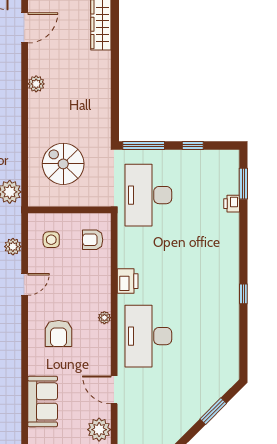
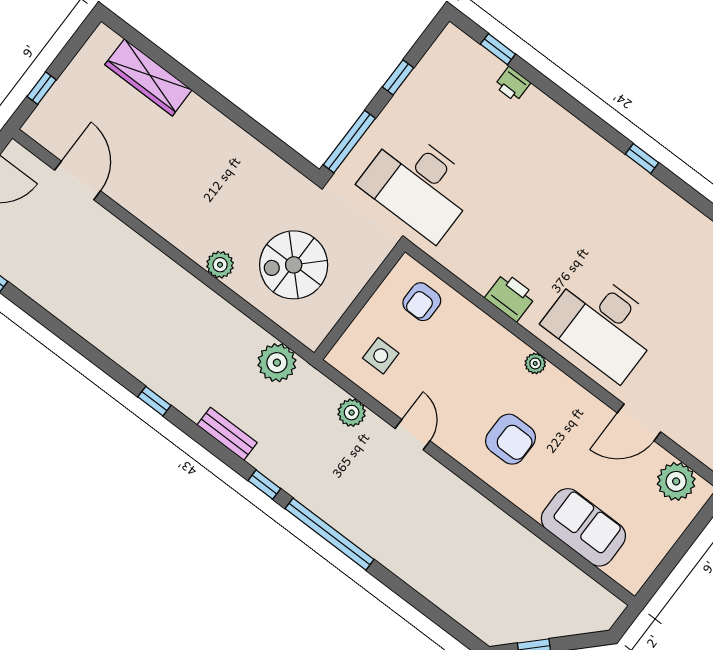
plant: (36, 84) -> (220, 265), moved
window: (243, 184) -> (498, 49), width x0.67

